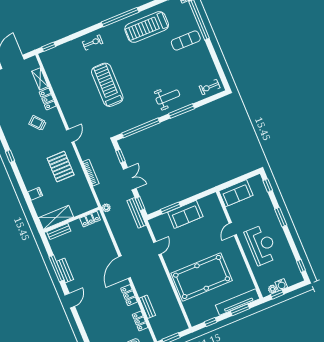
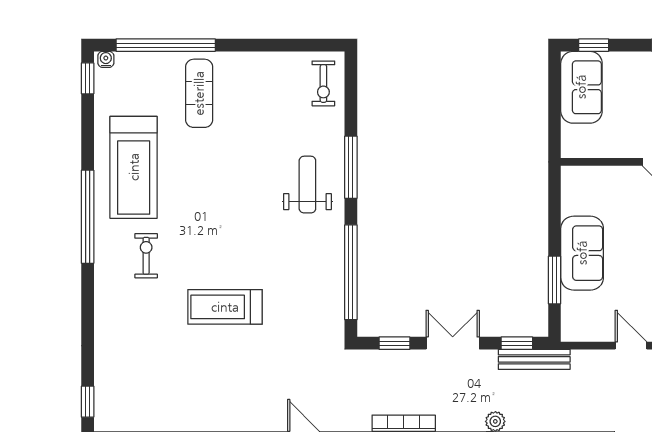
exercise bike: (93, 43) -> (146, 256), moved
treadmill: (107, 85) -> (225, 307), width x0.73, depth x0.73
sofa: (236, 193) -> (581, 87), moved

